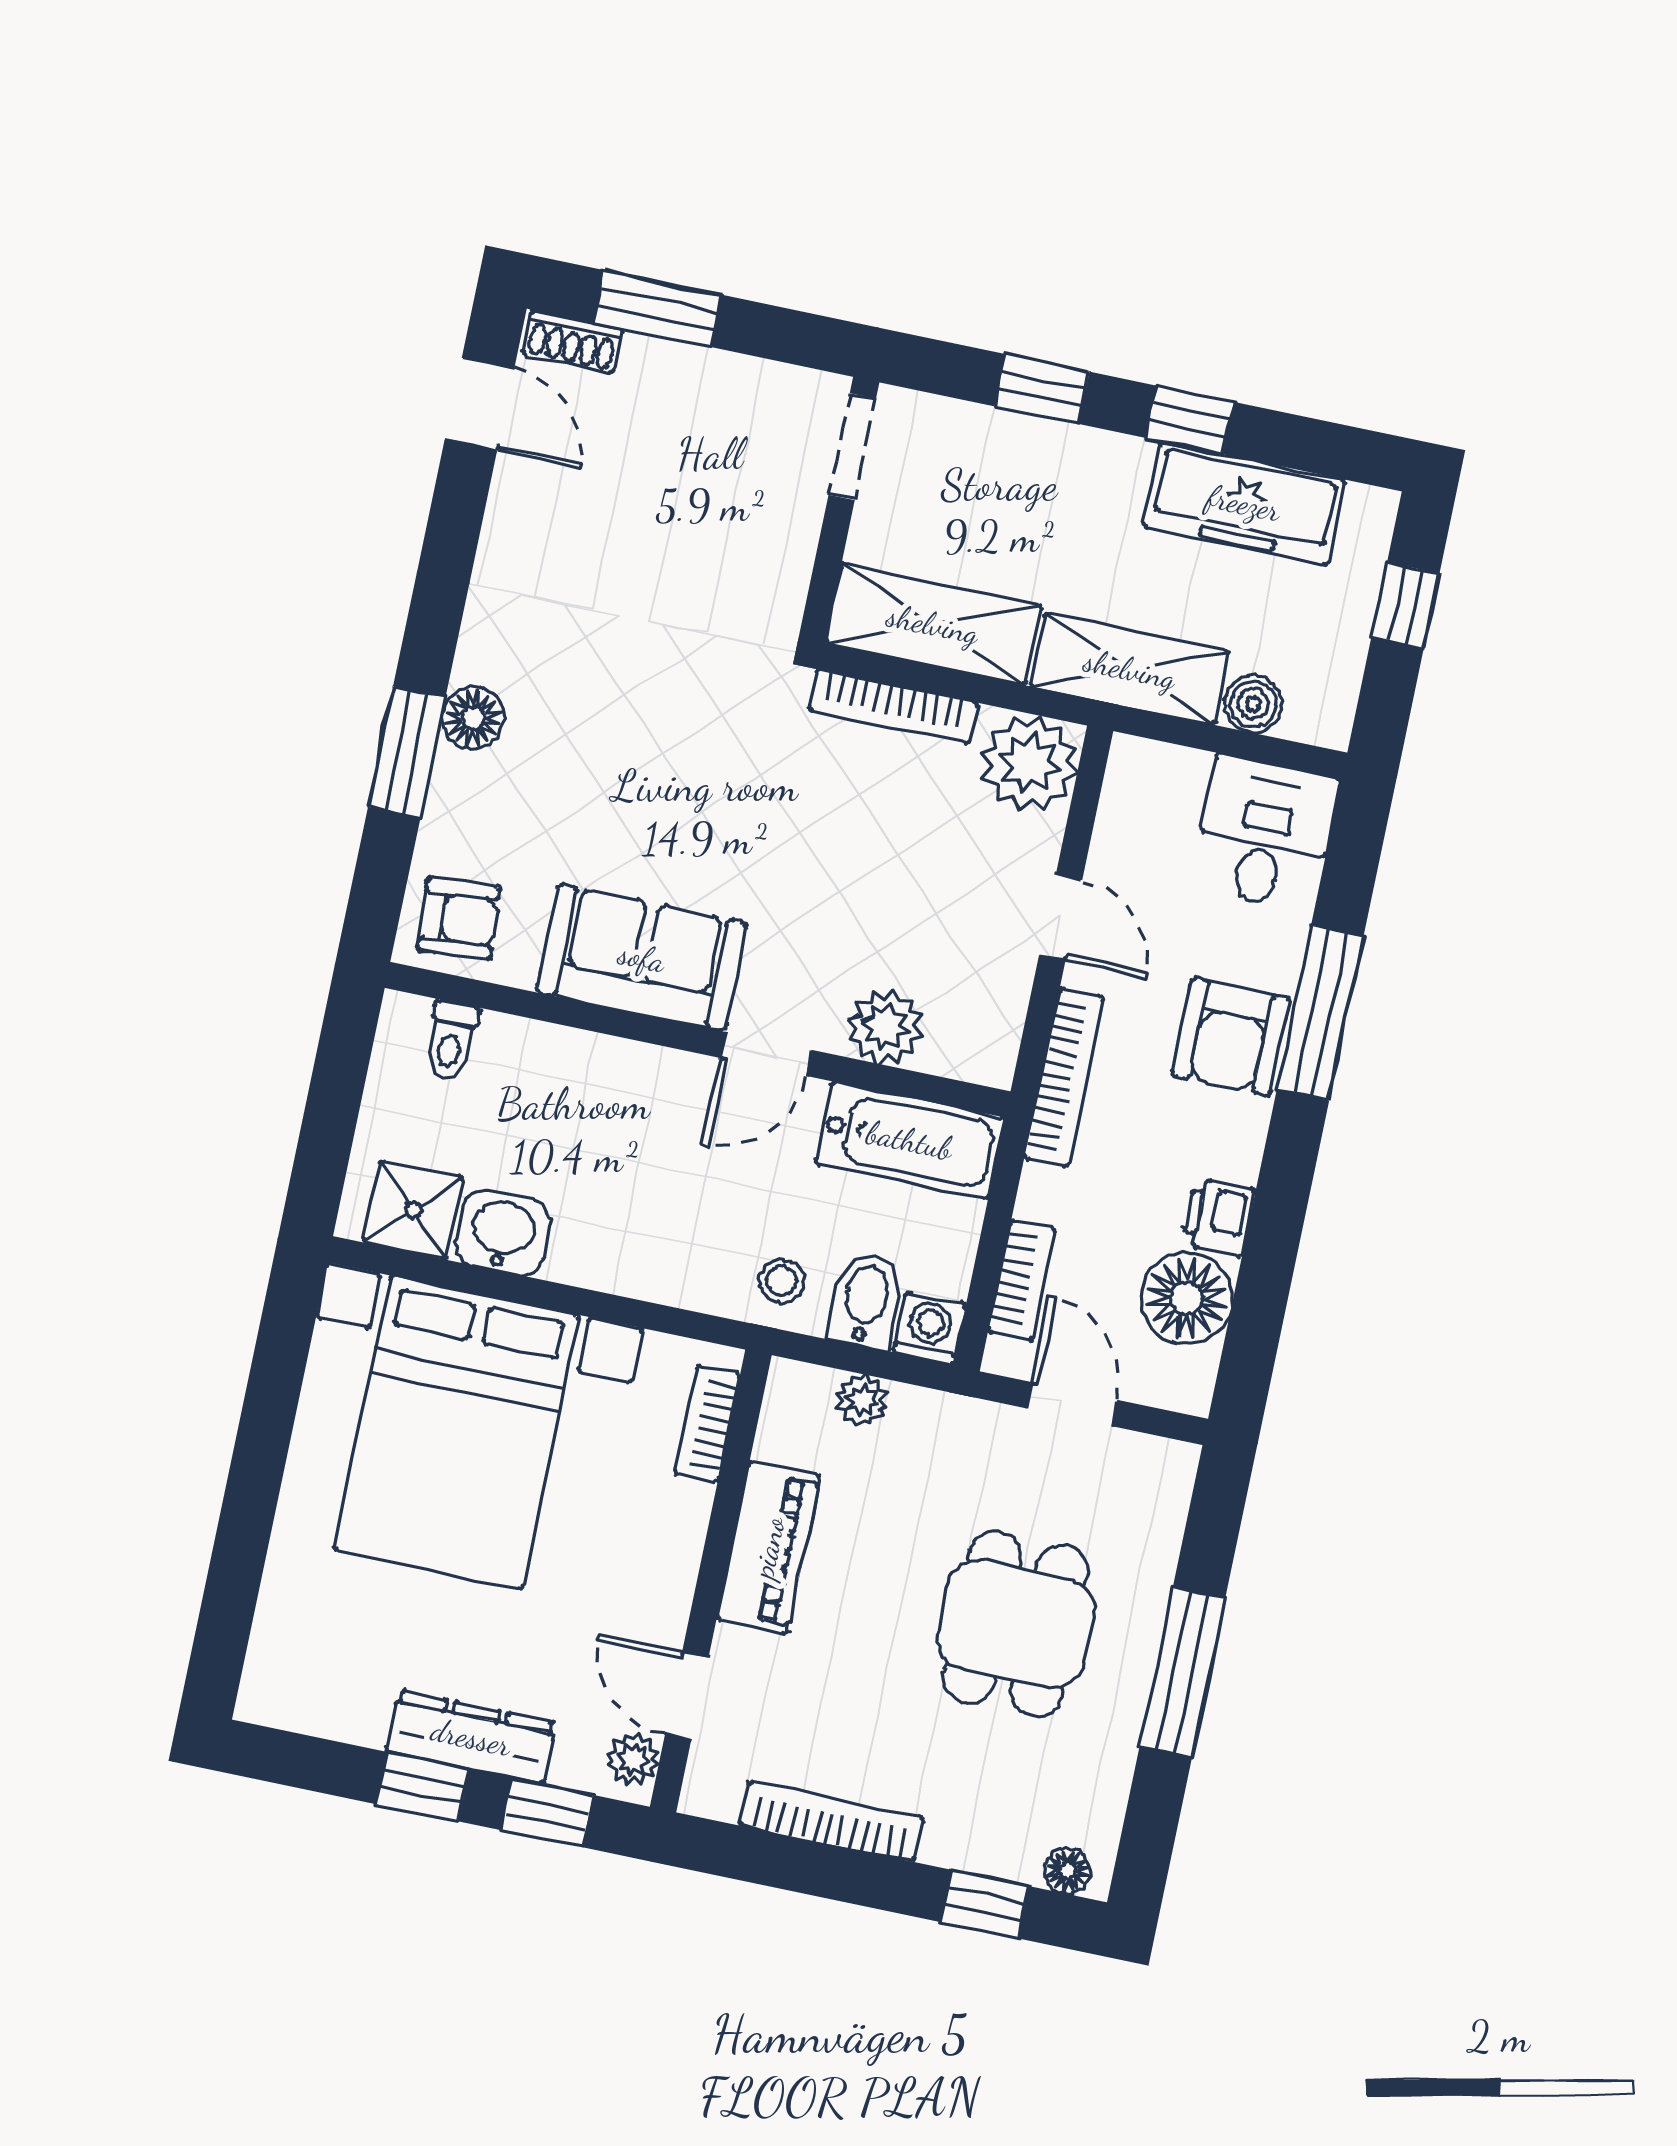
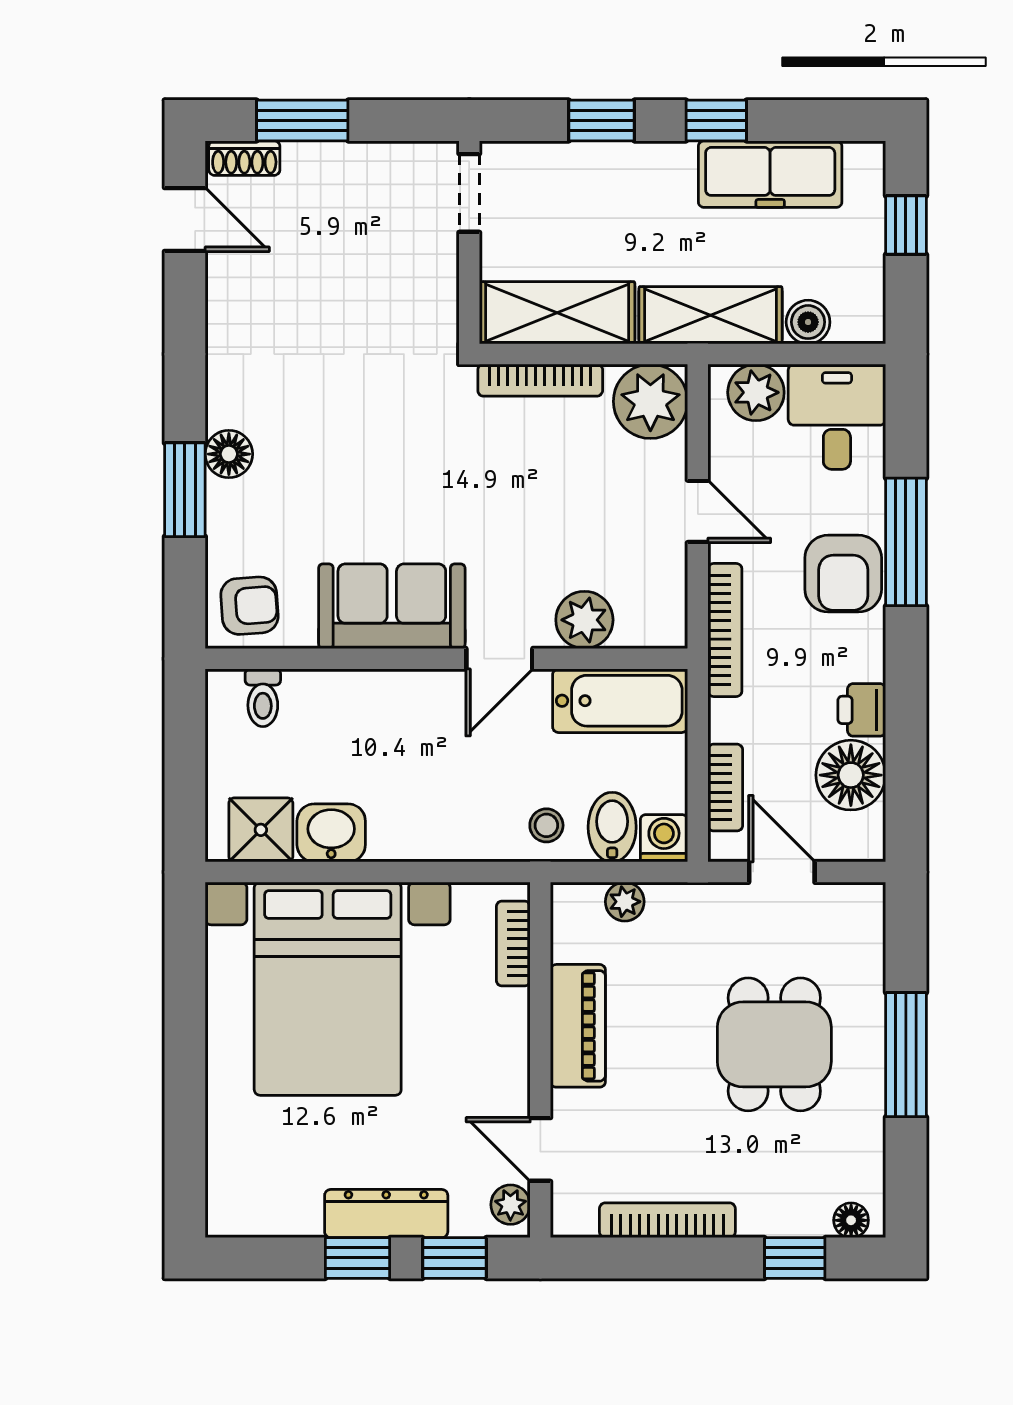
plant: (1167, 780) -> (756, 392), added

